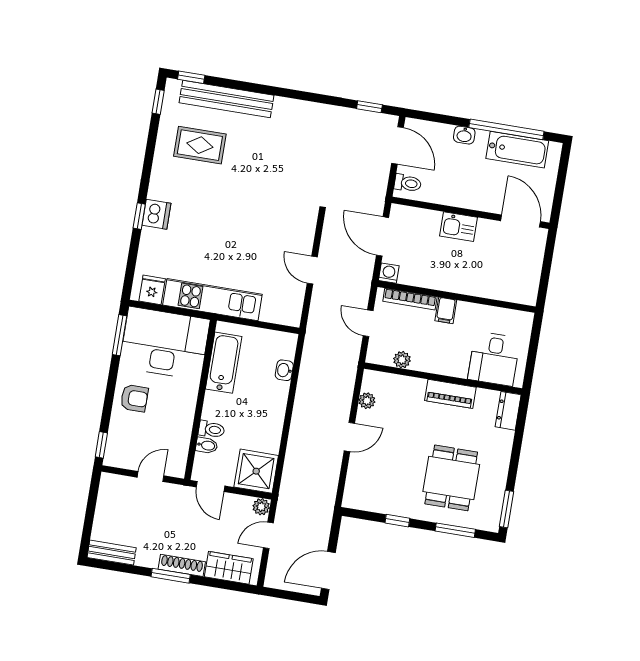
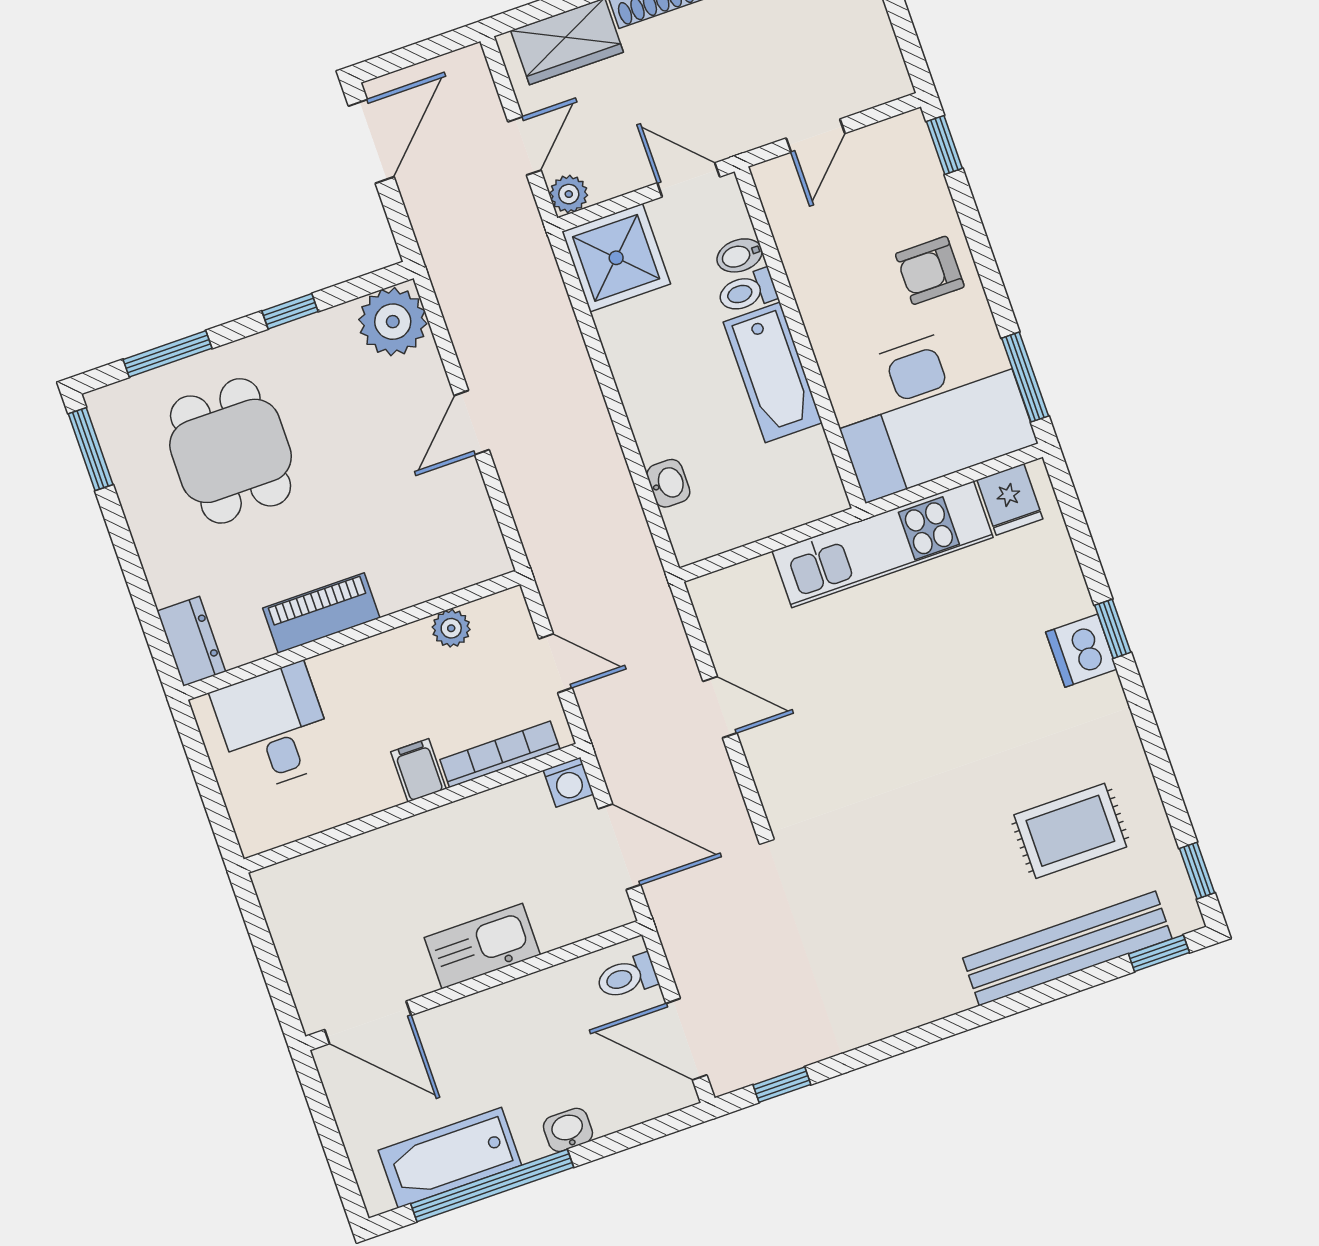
kitchen sink: (459, 227) -> (482, 946), width x1.38
bathtub: (224, 363) -> (773, 372), moved
plant: (367, 401) -> (393, 322), moved, width x1.88, depth x1.88

